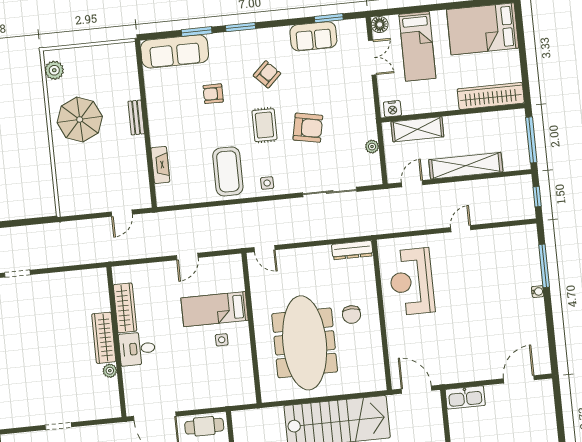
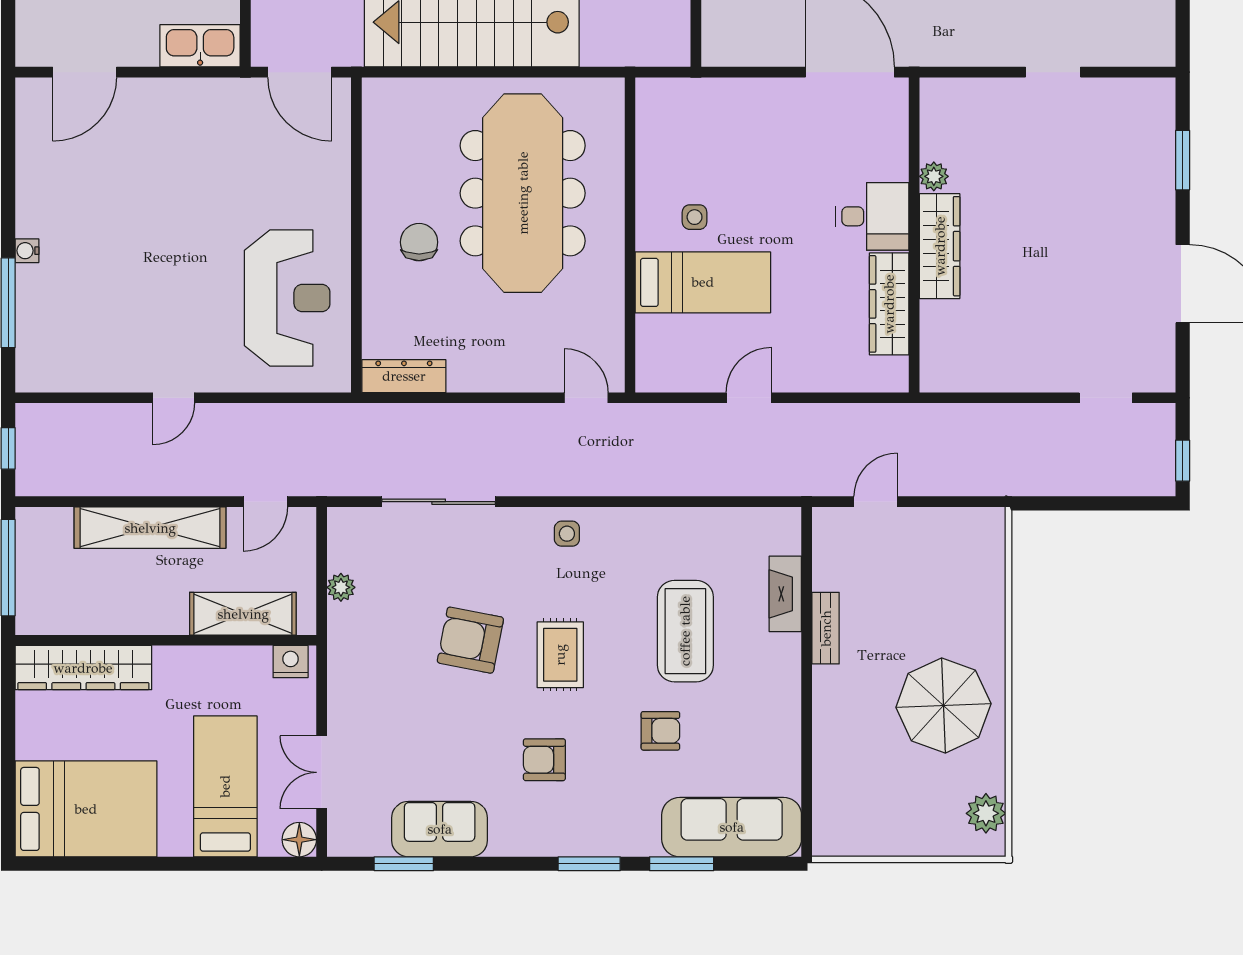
armchair: (267, 74) -> (544, 760), turned 44
bench: (136, 117) -> (826, 628), moved
coffee table: (228, 171) -> (685, 631), moved
cafe table: (204, 426) -> (749, 41), removed

